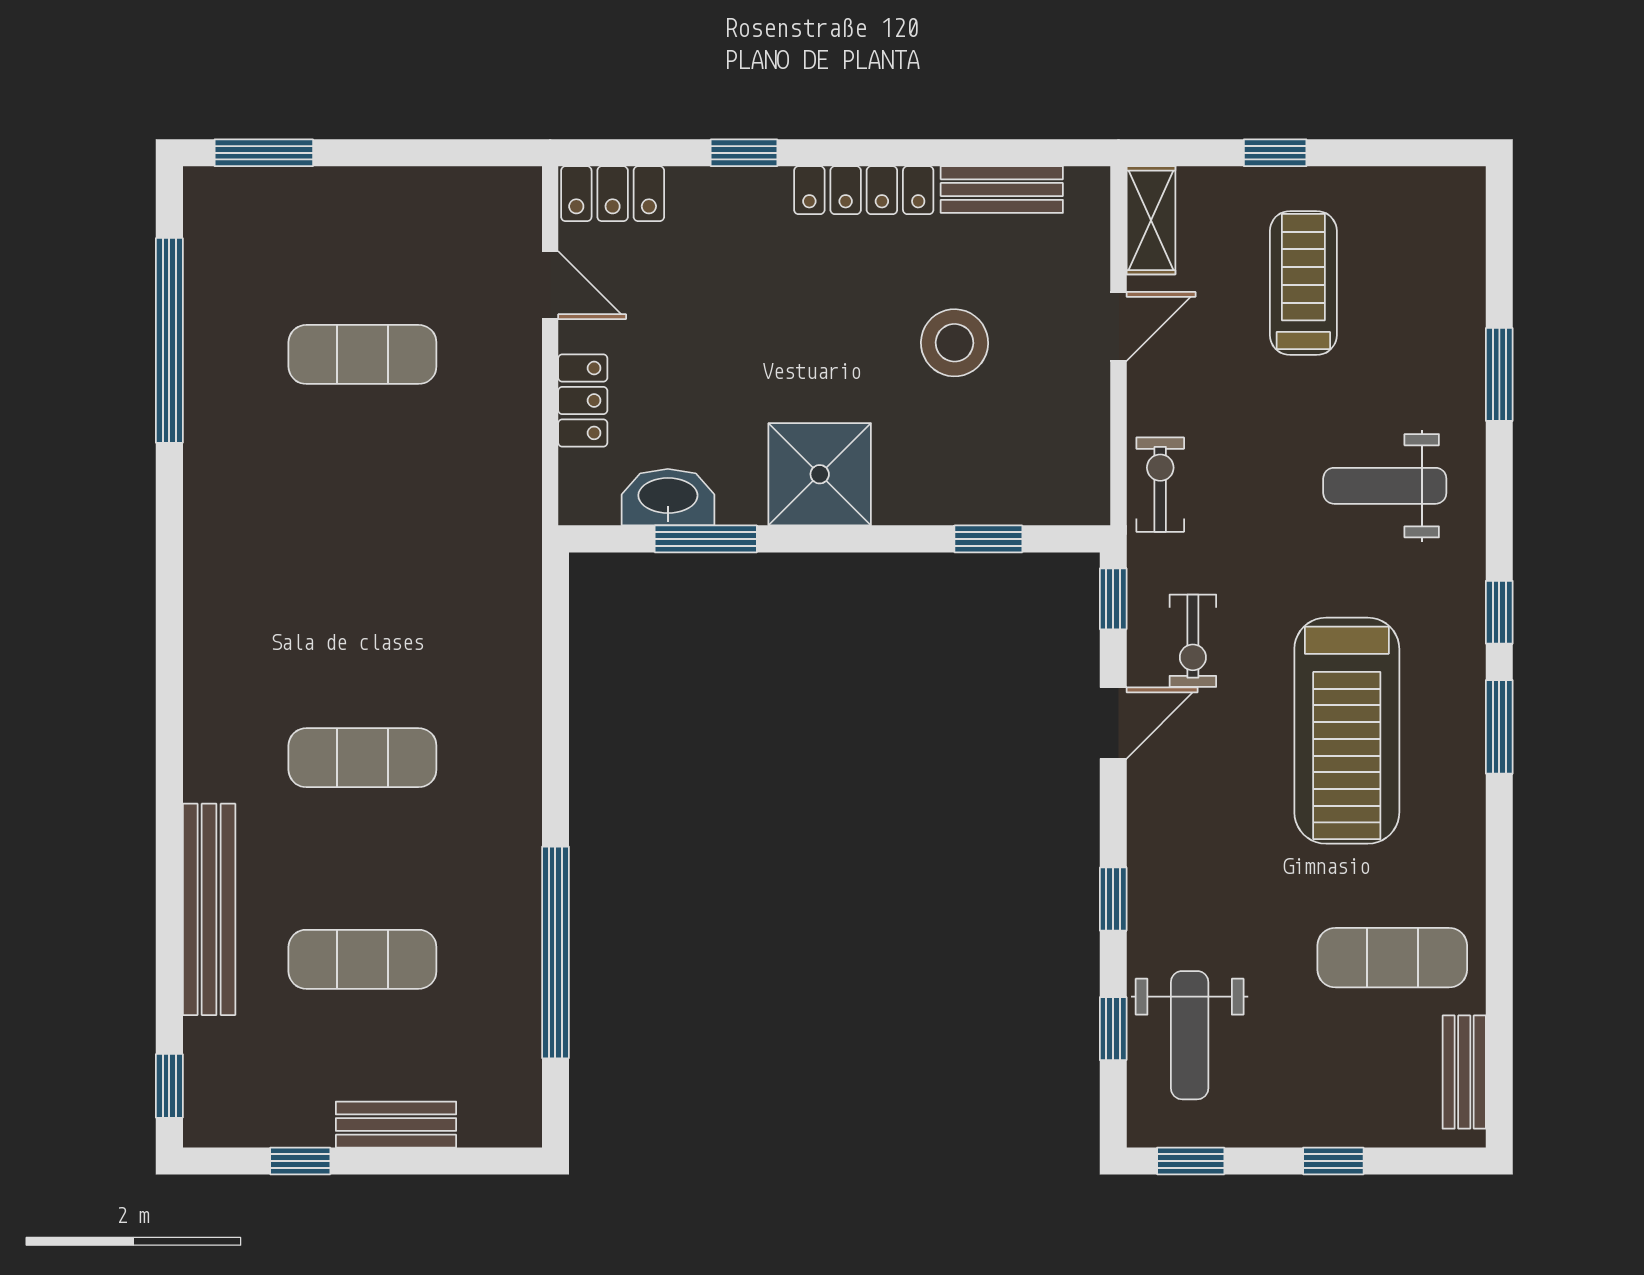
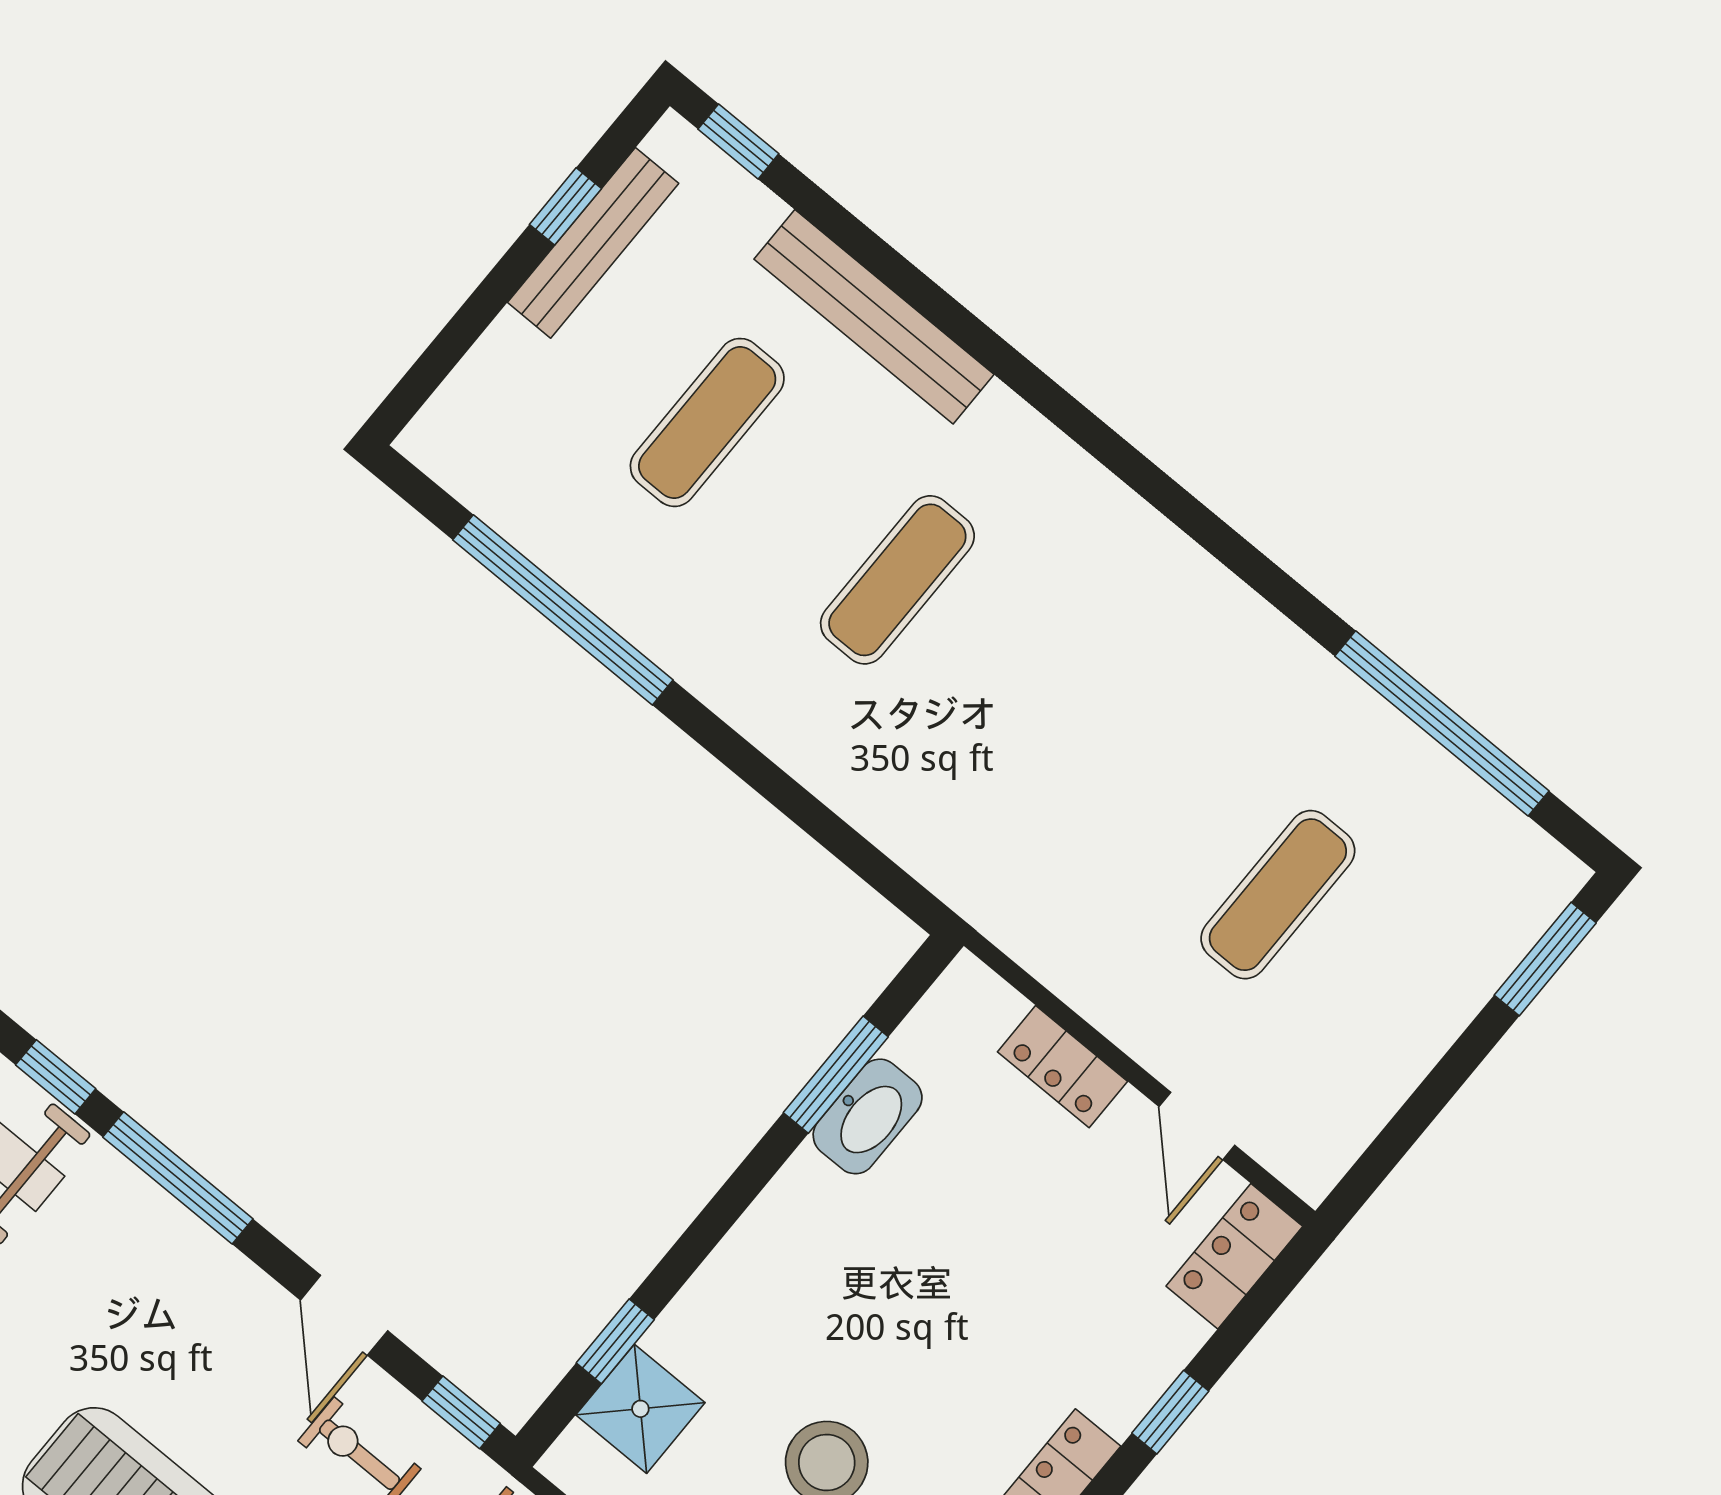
door: (550, 285) -> (1197, 1126), hinge flipped
shower: (820, 474) -> (640, 1409), moved, width x0.73, depth x0.73
washbasin: (668, 497) -> (868, 1116), moved
window: (1113, 899) -> (178, 1178), width x2.17
bench: (396, 1125) -> (593, 243), moved, width x1.36

